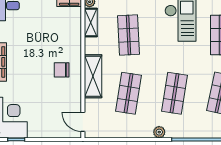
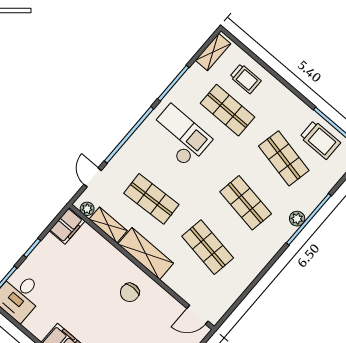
shelving: (93, 76) -> (146, 254), moved
plant: (159, 132) -> (297, 219), moved

